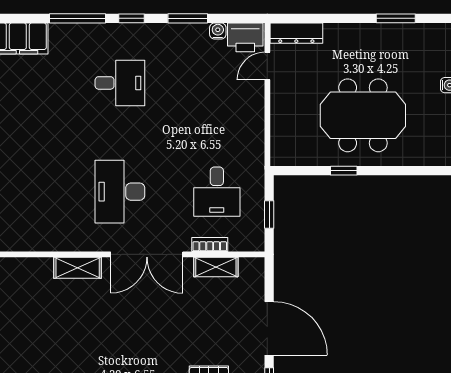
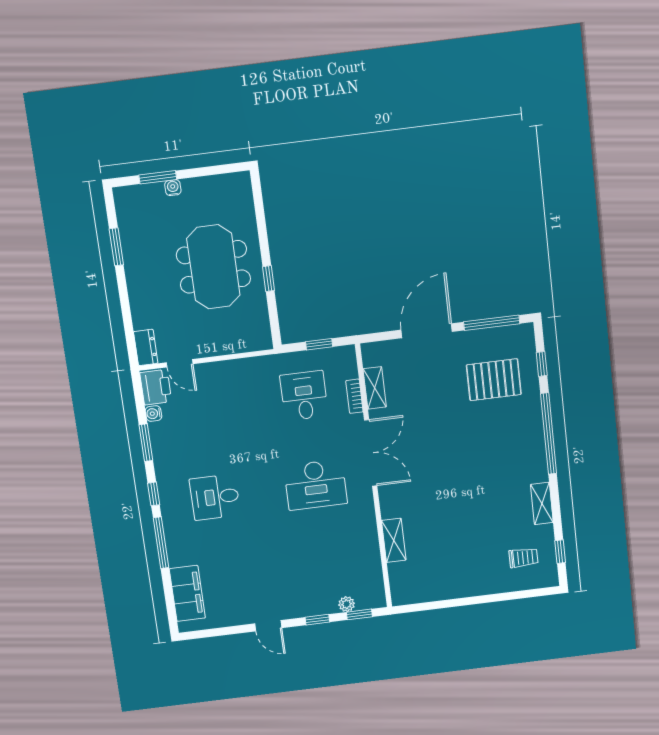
dresser: (296, 33) -> (146, 347), width x0.70
desk: (120, 83) -> (215, 497), turned -90
desk: (217, 192) -> (304, 396), turned -90
shelving: (78, 268) -> (394, 540), moved

